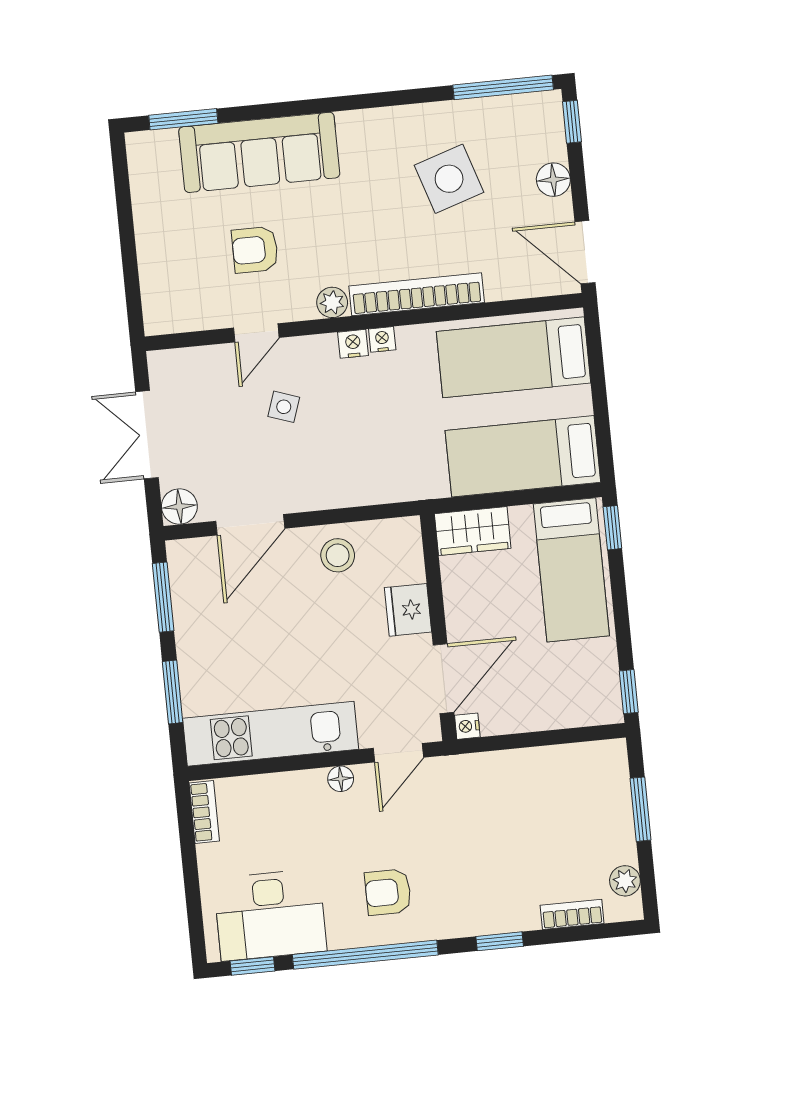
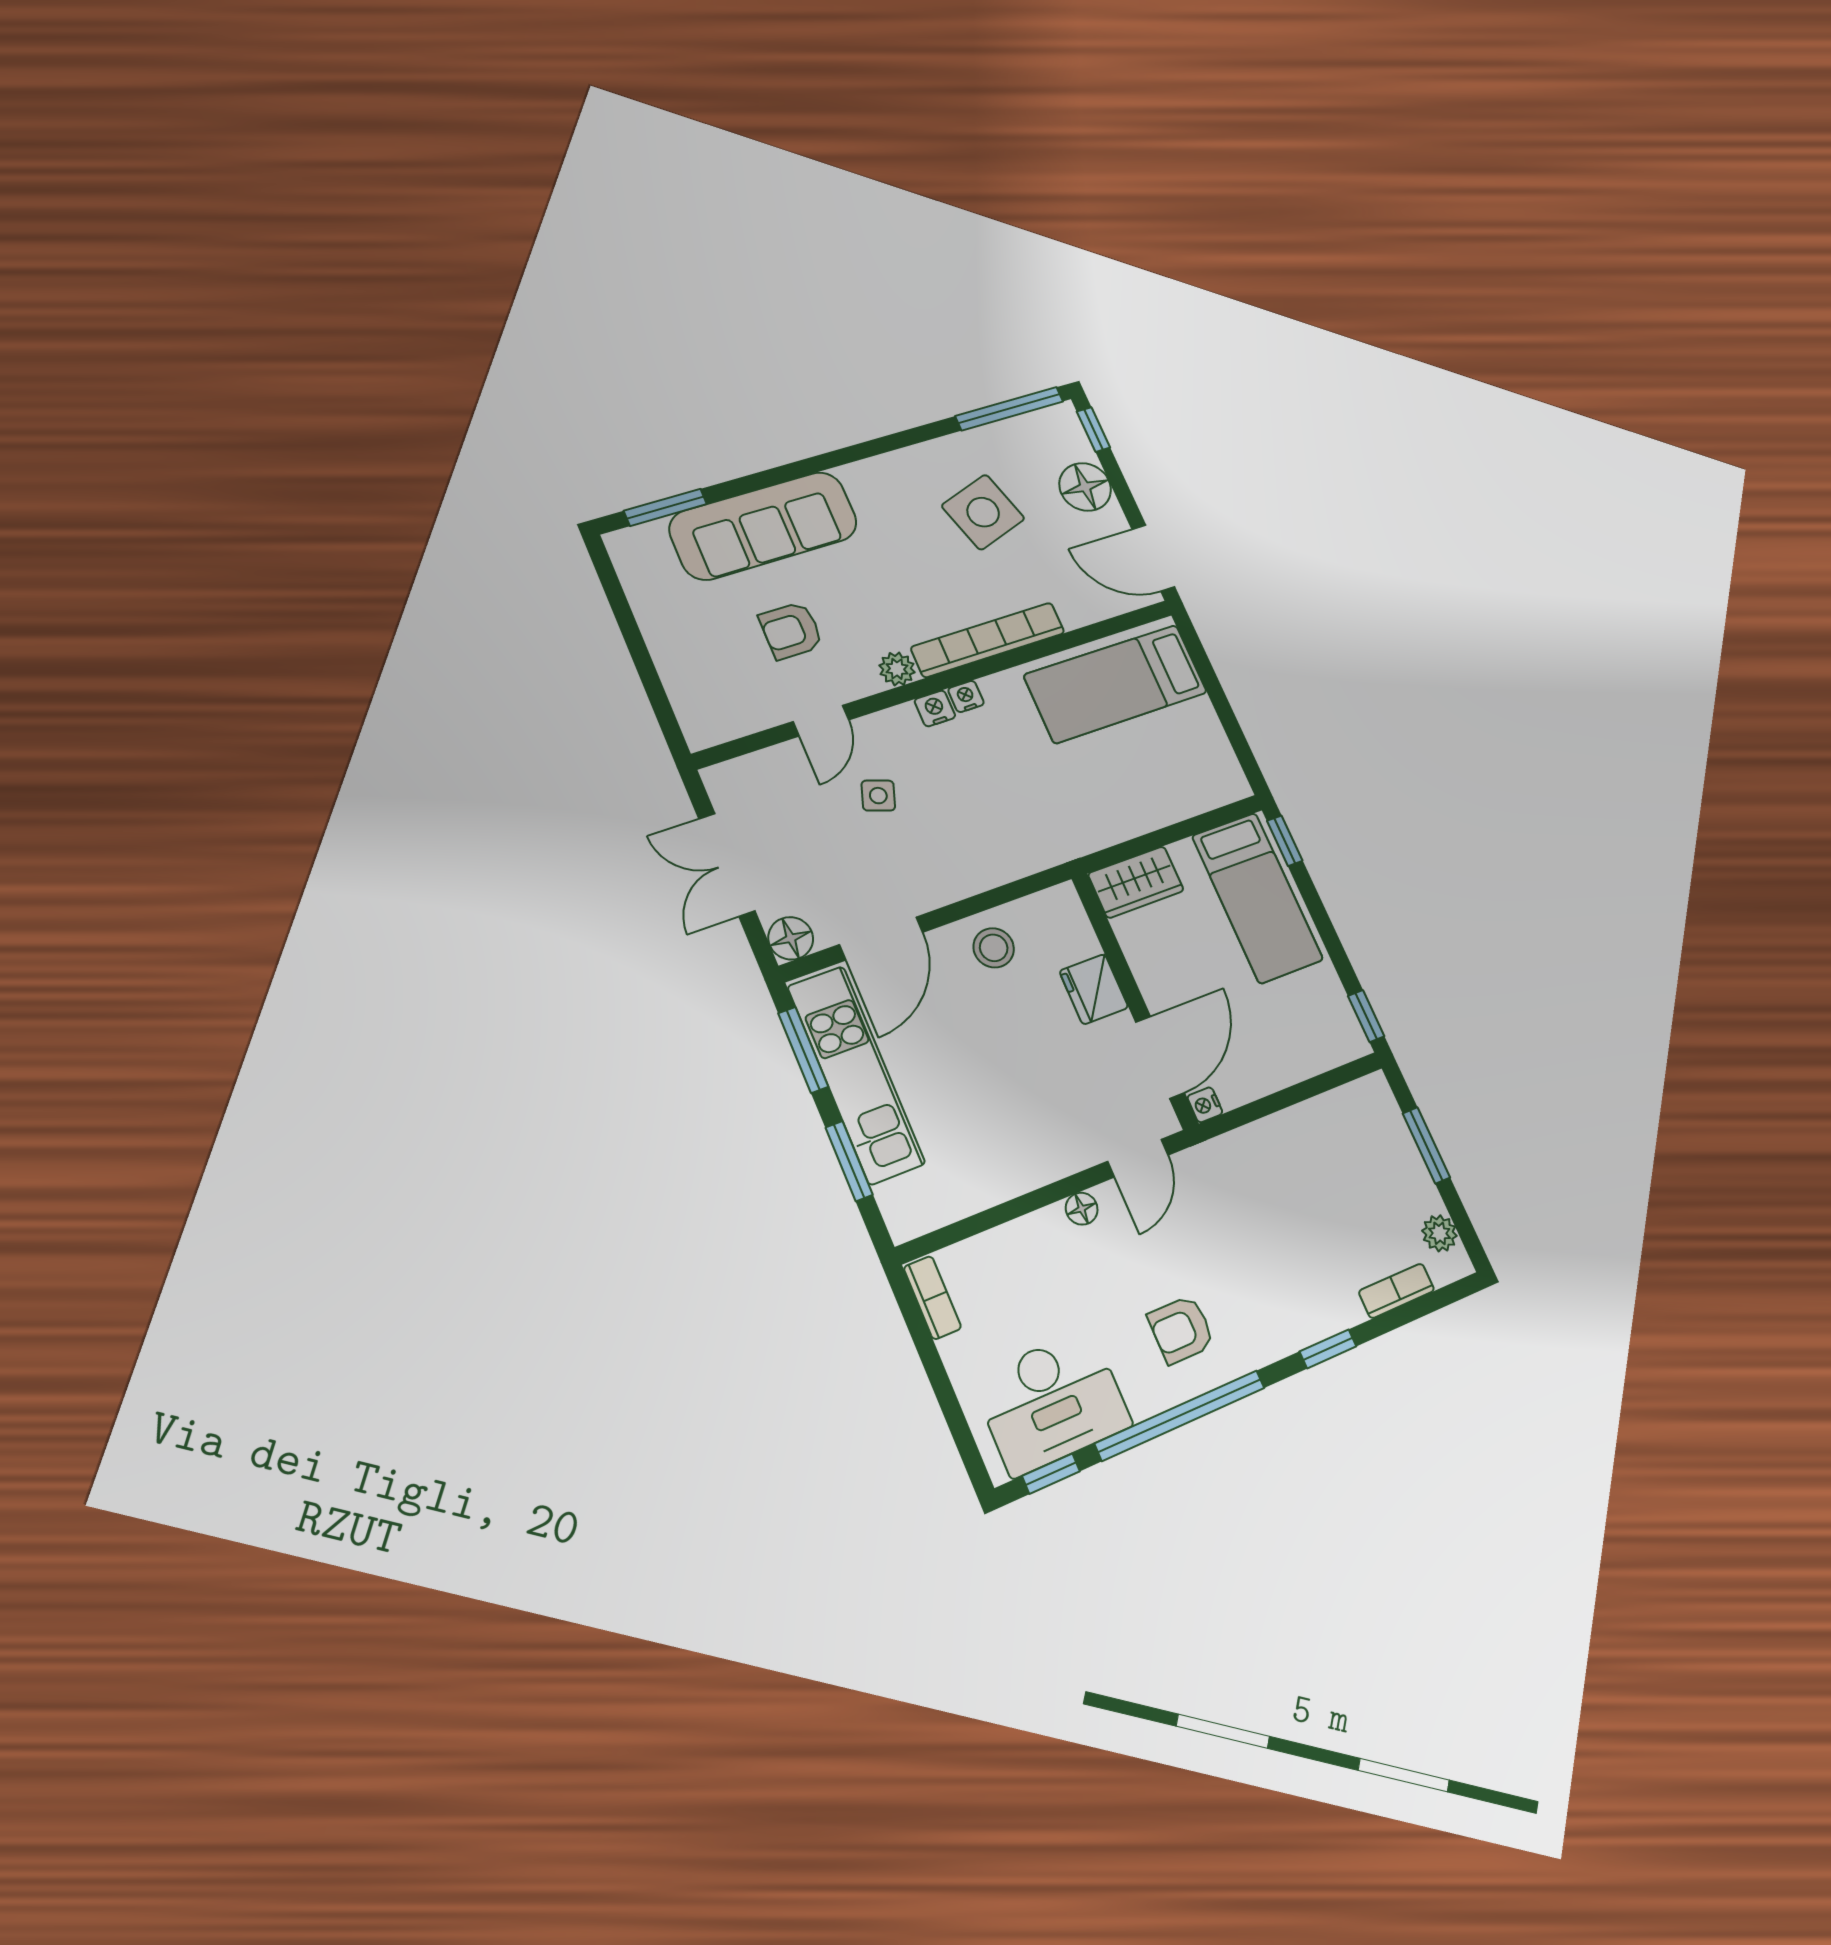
floor lamp: (553, 180) -> (1085, 487), width x1.38, depth x1.38
bed: (523, 456) -> (1162, 787), removed
kitchen unit: (271, 734) -> (856, 1075), moved, turned 90

